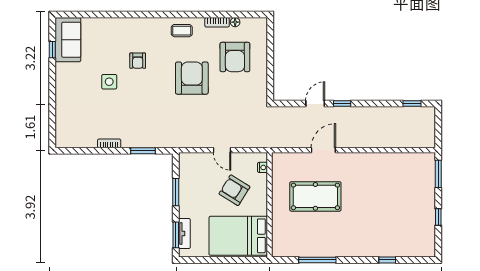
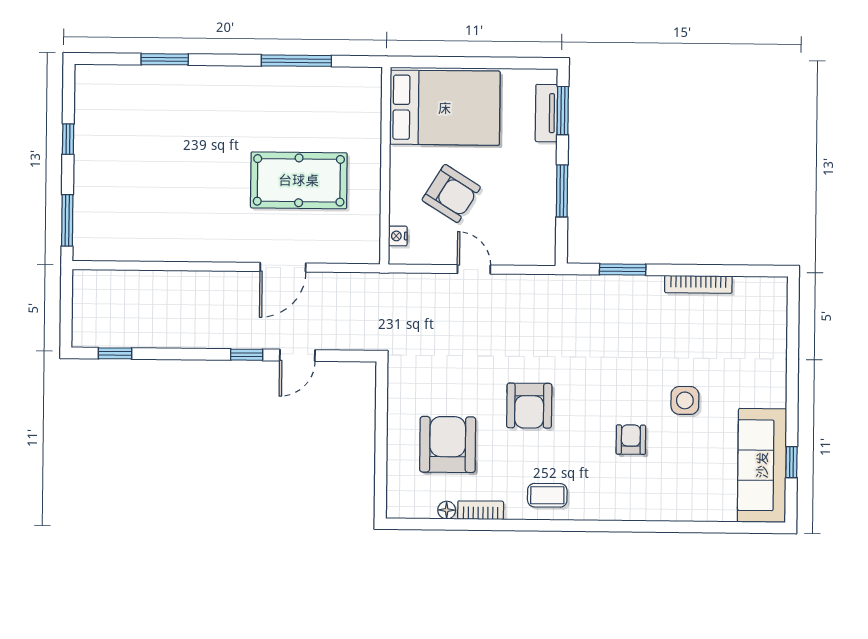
sofa: (68, 40) -> (762, 465), width x1.36
armchair: (192, 78) -> (529, 406), width x0.73, depth x0.73
bookcase: (109, 143) -> (698, 284), width x1.56
window: (387, 260) -> (165, 59), width x1.50

